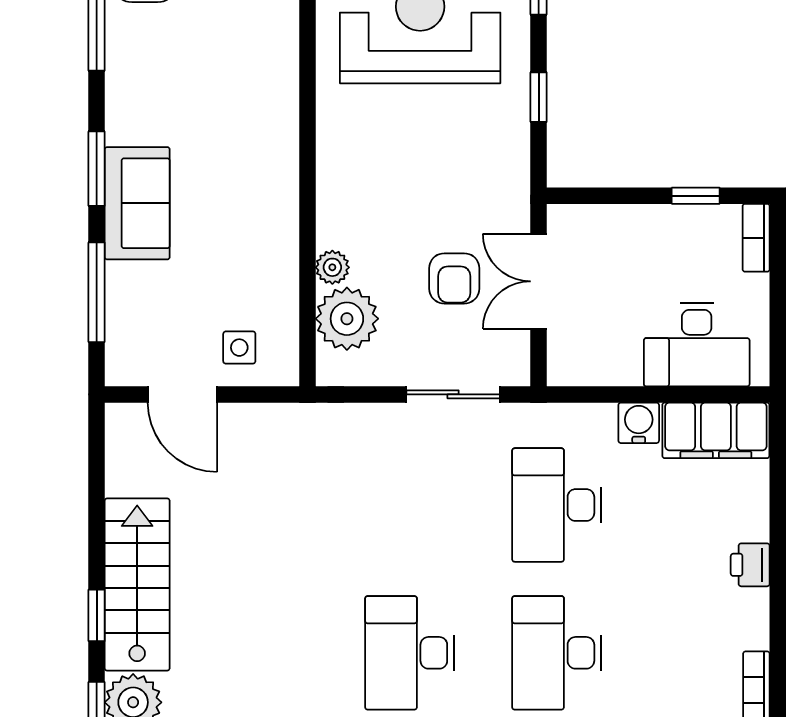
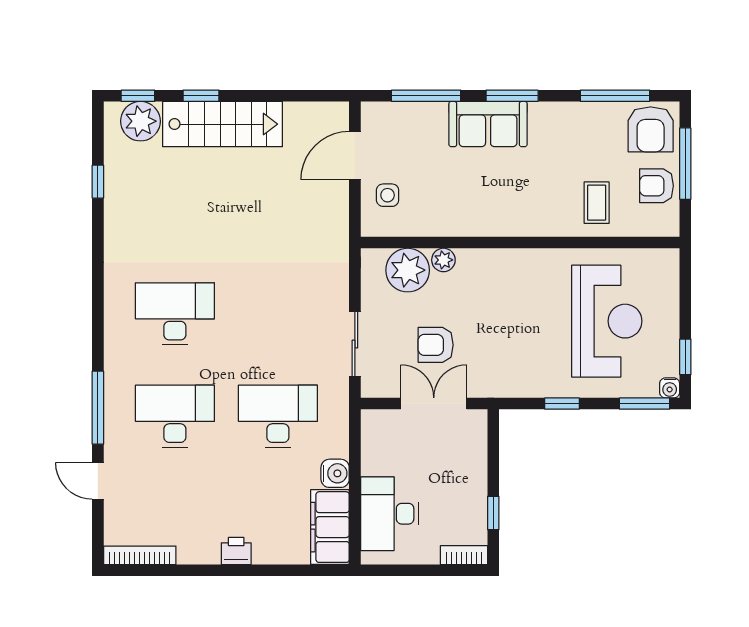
coffee table: (250, 47) -> (597, 203), added

